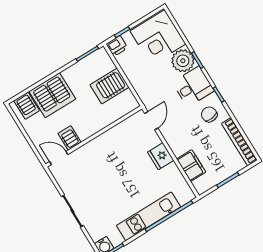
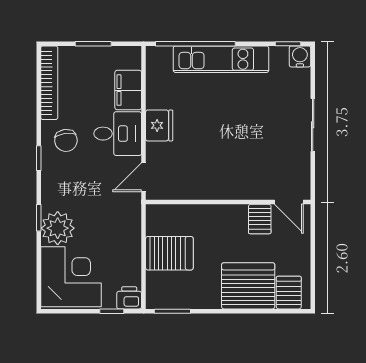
desk: (193, 87) -> (118, 134), moved, turned 180

